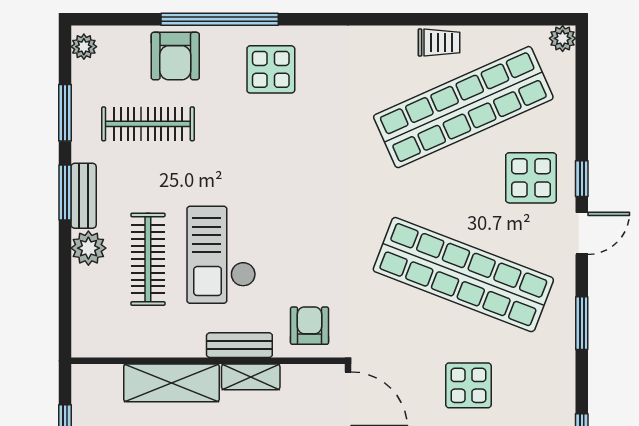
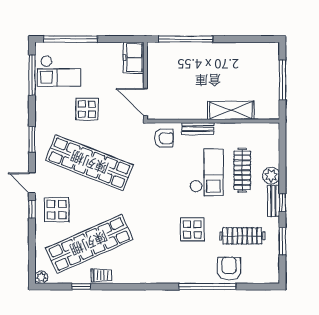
window: (480, 19) -> (81, 287), added
trolley: (439, 43) -> (101, 275), turned 180
plant: (84, 47) -> (273, 273), removed
display table: (271, 69) -> (192, 229), moved
window: (65, 193) -> (282, 203), width x0.67
door: (582, 233) -> (32, 183), hinge flipped
armchair: (310, 326) -> (164, 138), turned -90
shelving: (251, 377) -> (192, 113), removed

